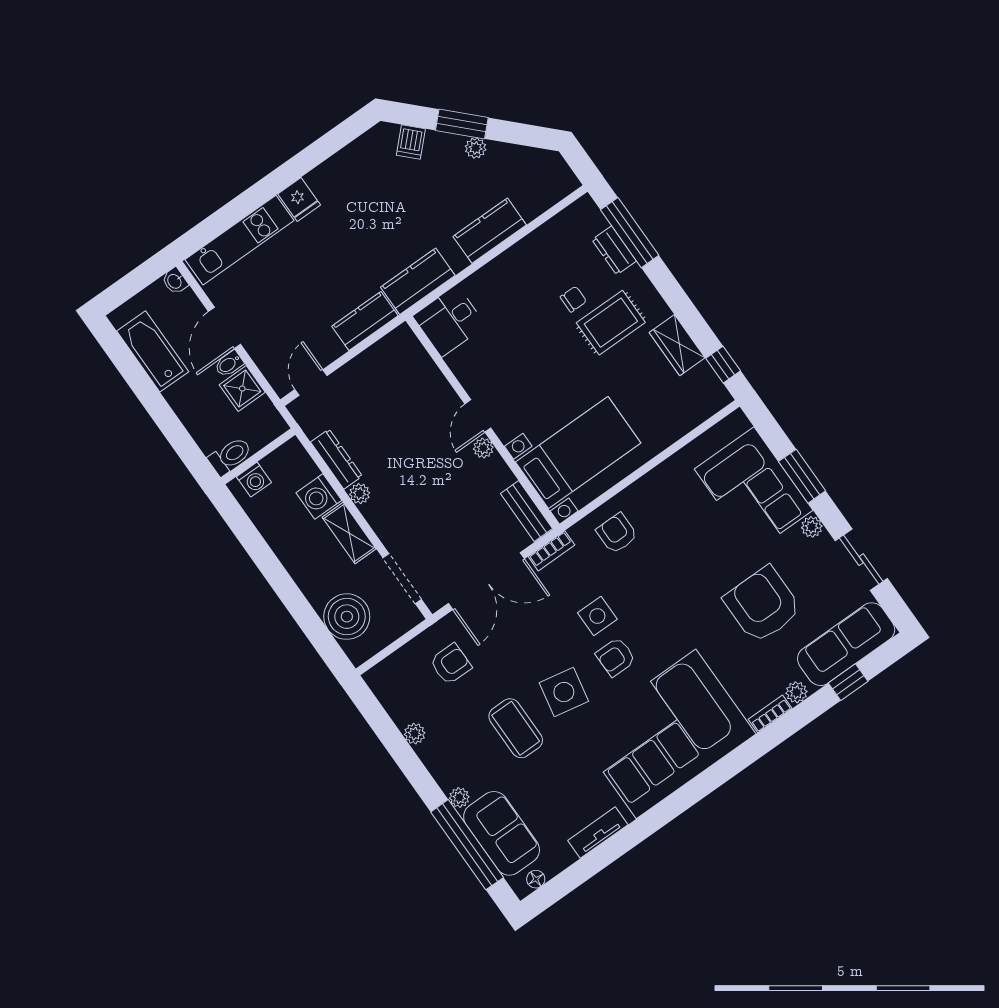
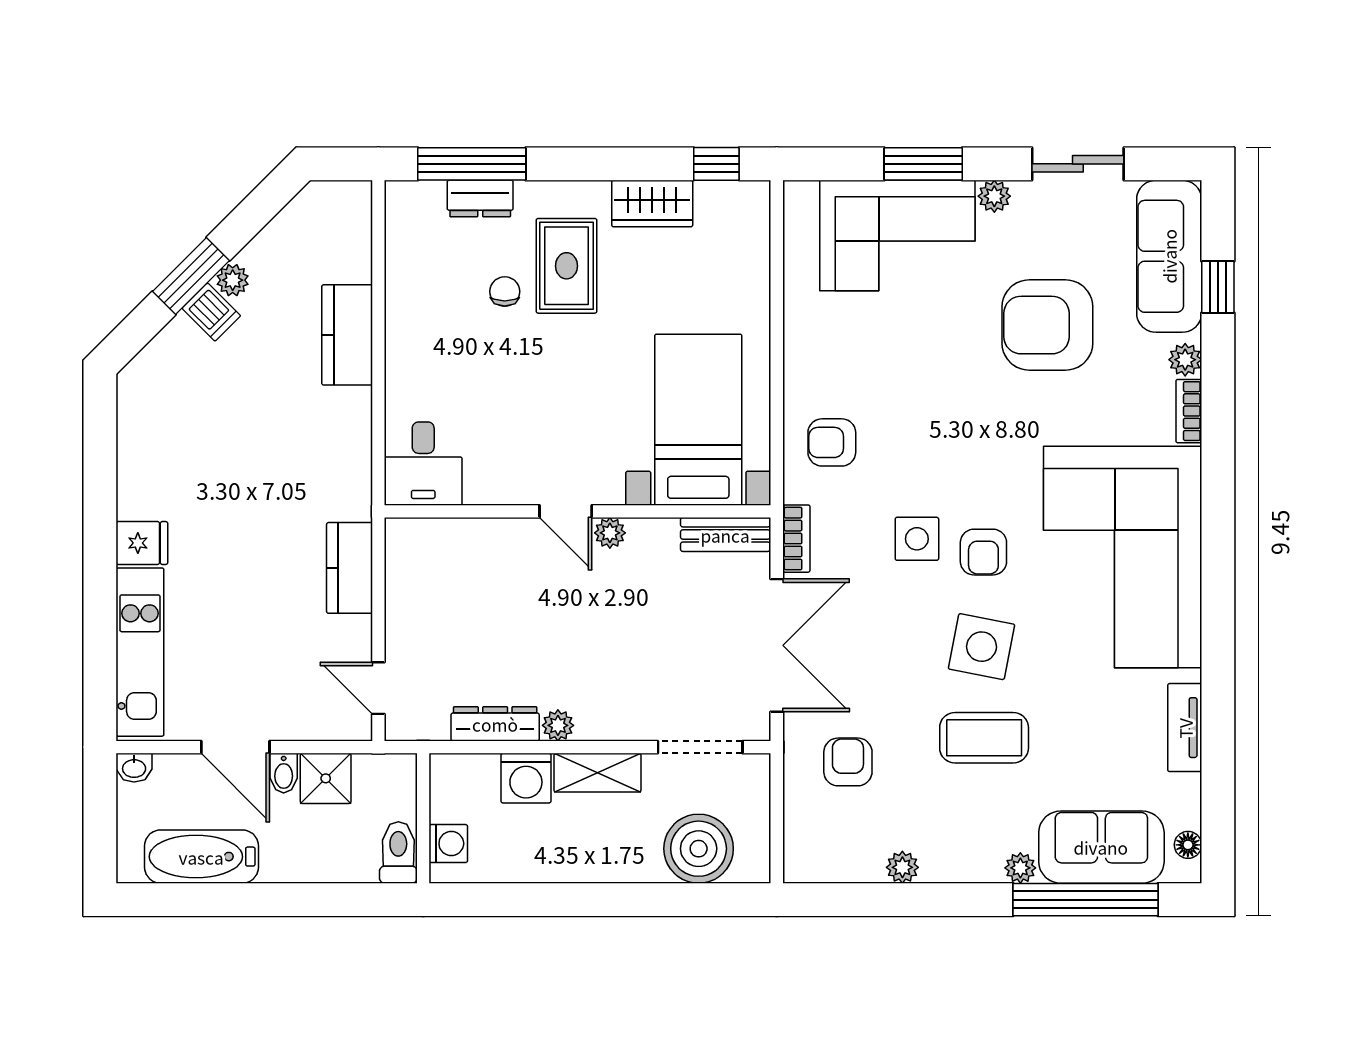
dishwasher: (411, 142) -> (211, 312), moved
kitchen counter: (418, 281) -> (347, 468), removed

